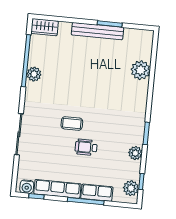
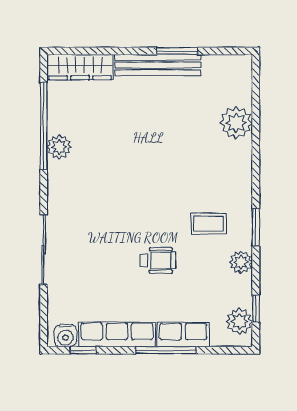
wardrobe: (45, 27) -> (80, 67), width x1.50
coffee table: (72, 123) -> (208, 224), moved
wheelchair: (86, 147) -> (158, 260), turned 180

